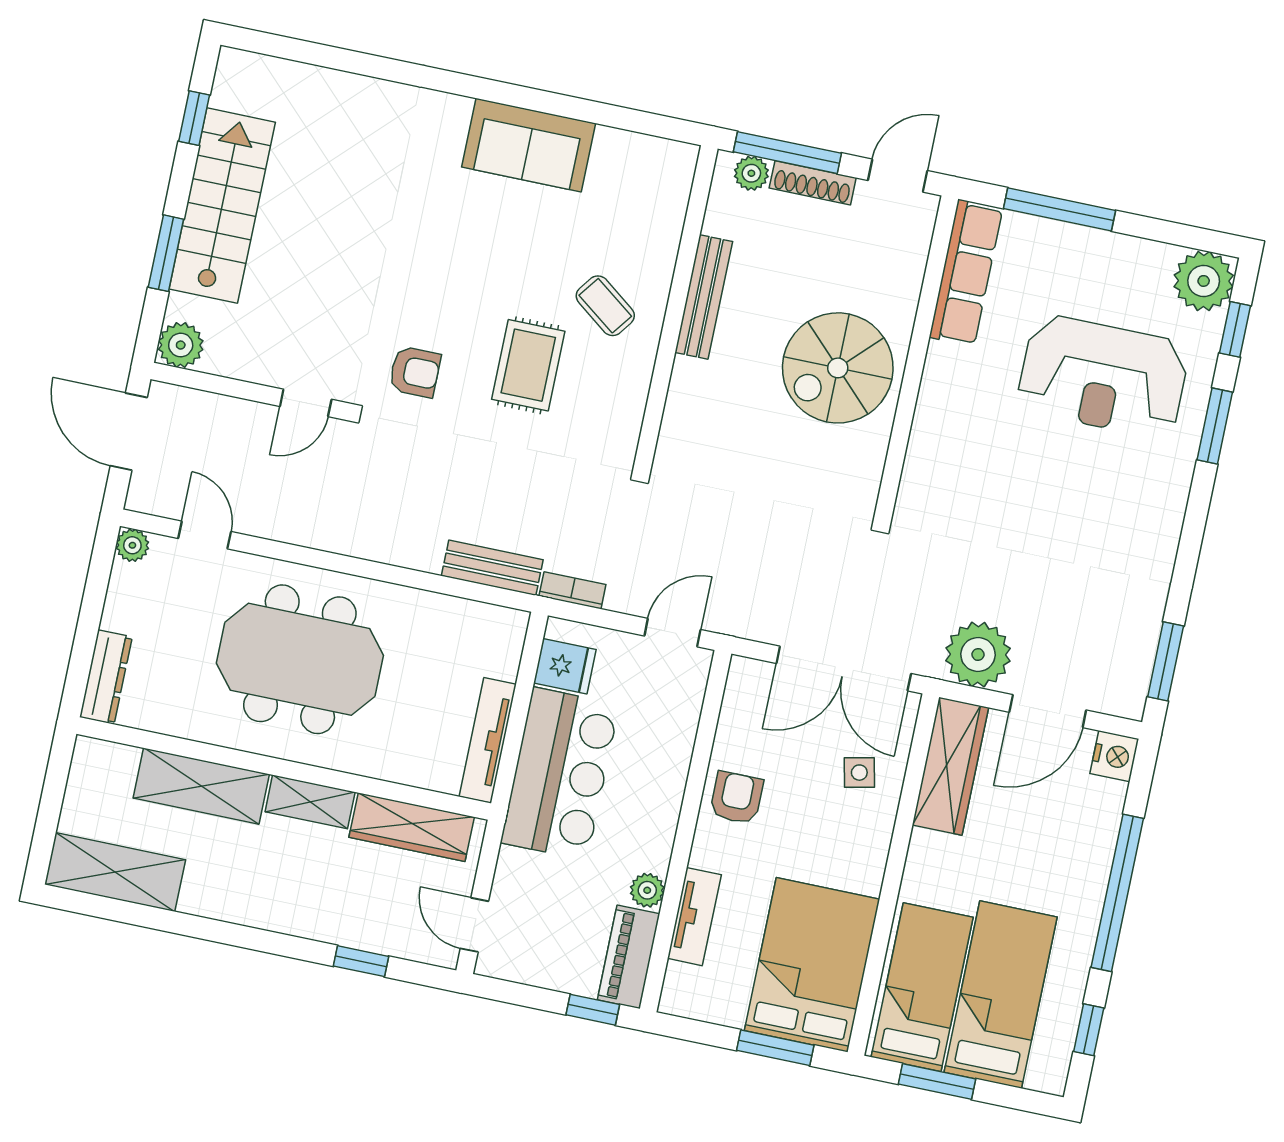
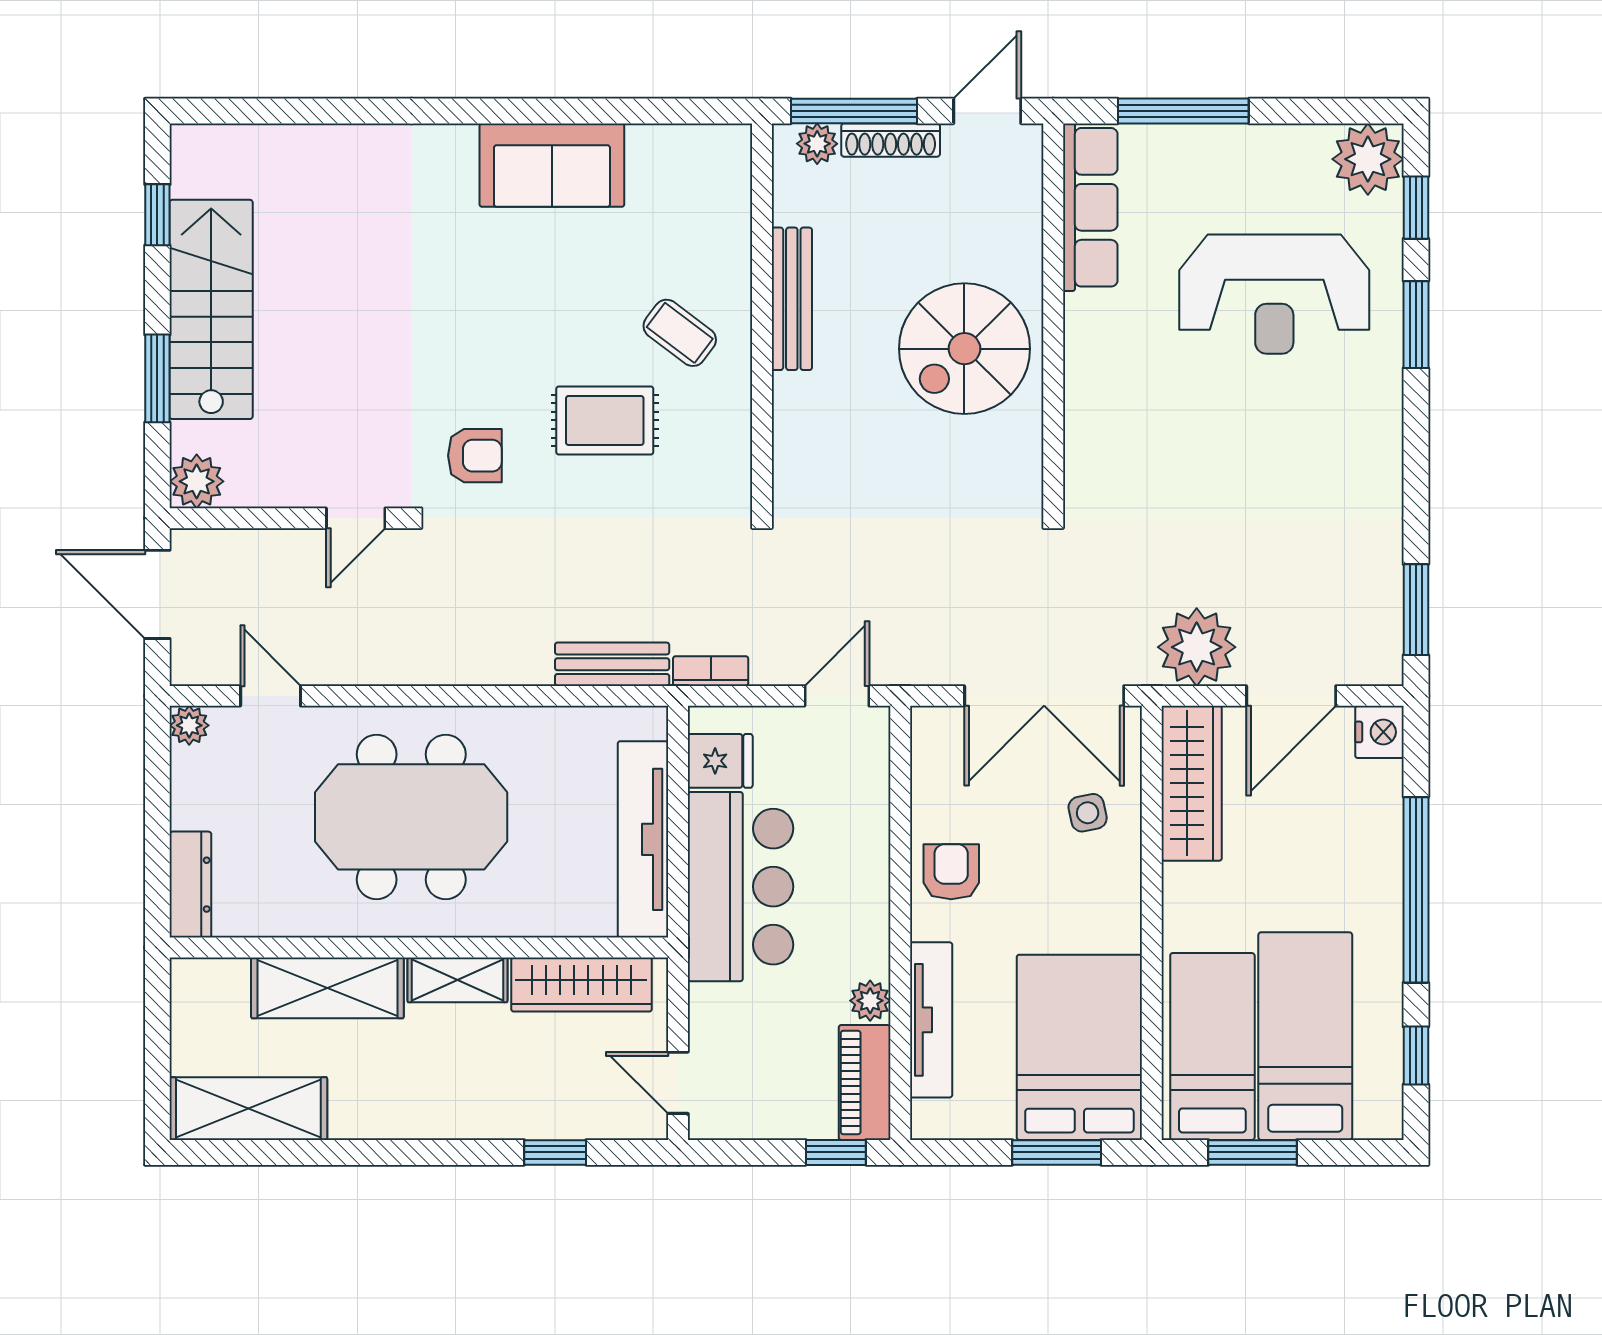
rug: (528, 365) -> (605, 420), turned 90
tv unit: (488, 740) -> (643, 839), width x1.36, depth x1.29
tv unit: (694, 917) -> (931, 1020), width x1.41

